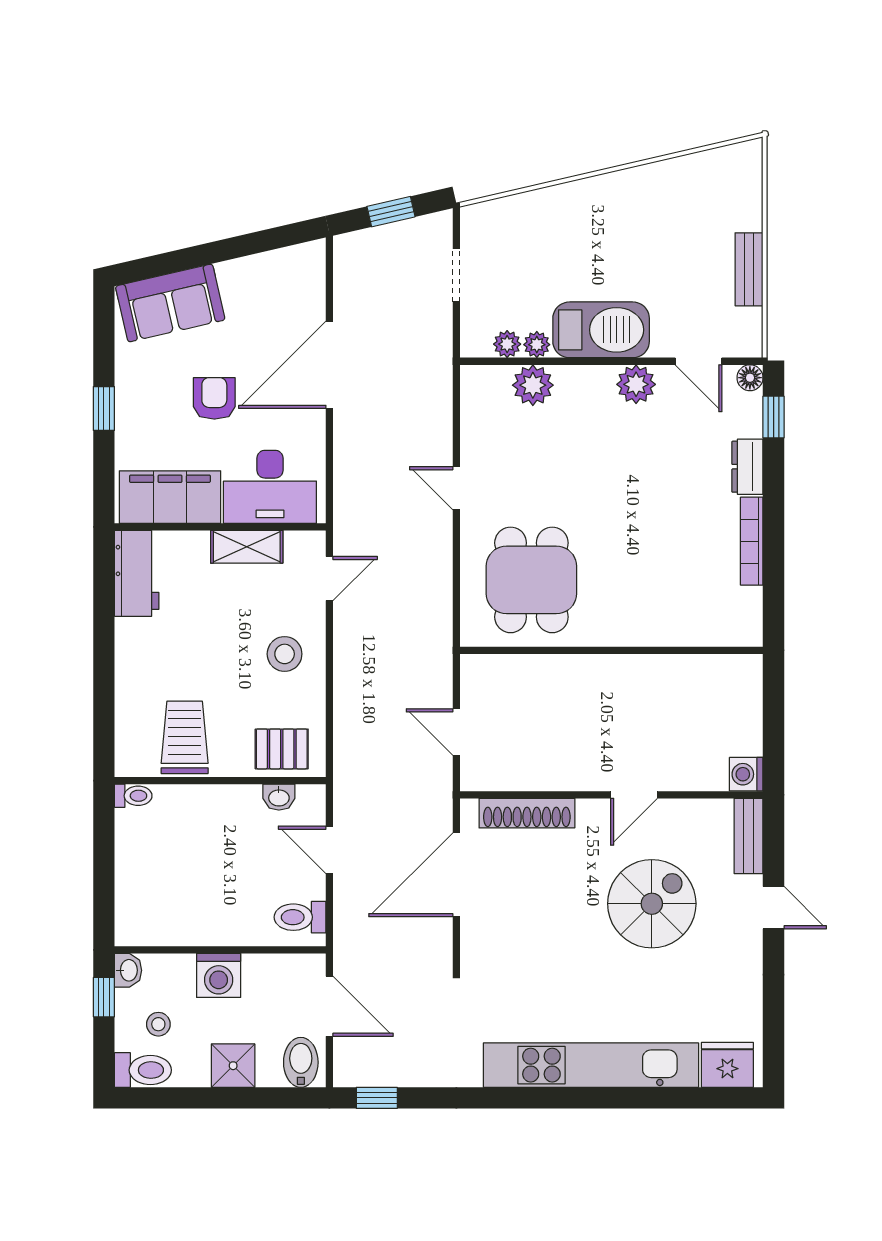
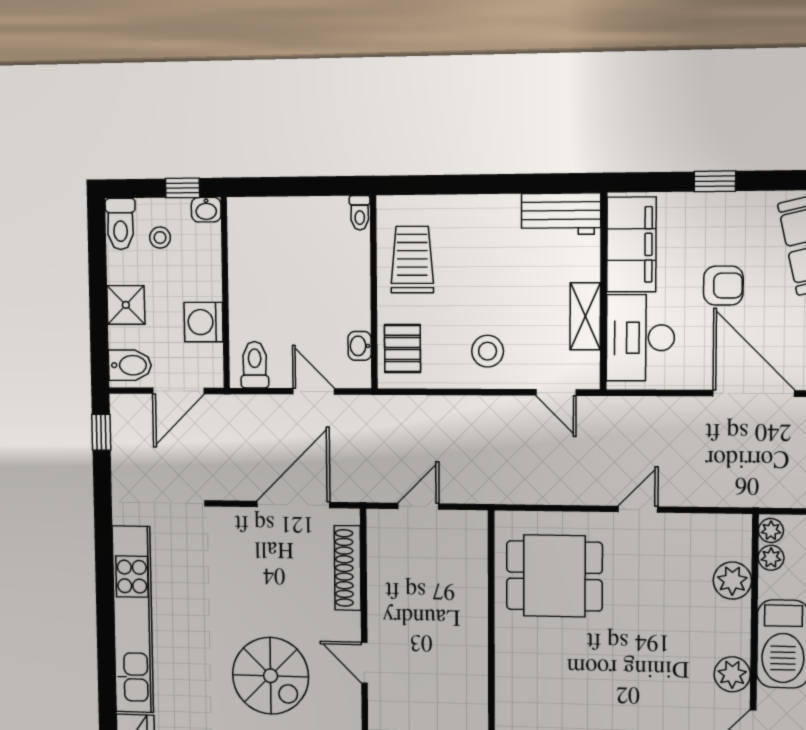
plant: (537, 345) -> (771, 531), moved
trolley: (185, 737) -> (412, 260), turned -90
door: (329, 850) -> (314, 391), hinge flipped
door: (456, 875) -> (293, 505), hinge flipped
washing machine: (219, 975) -> (204, 322), moved

